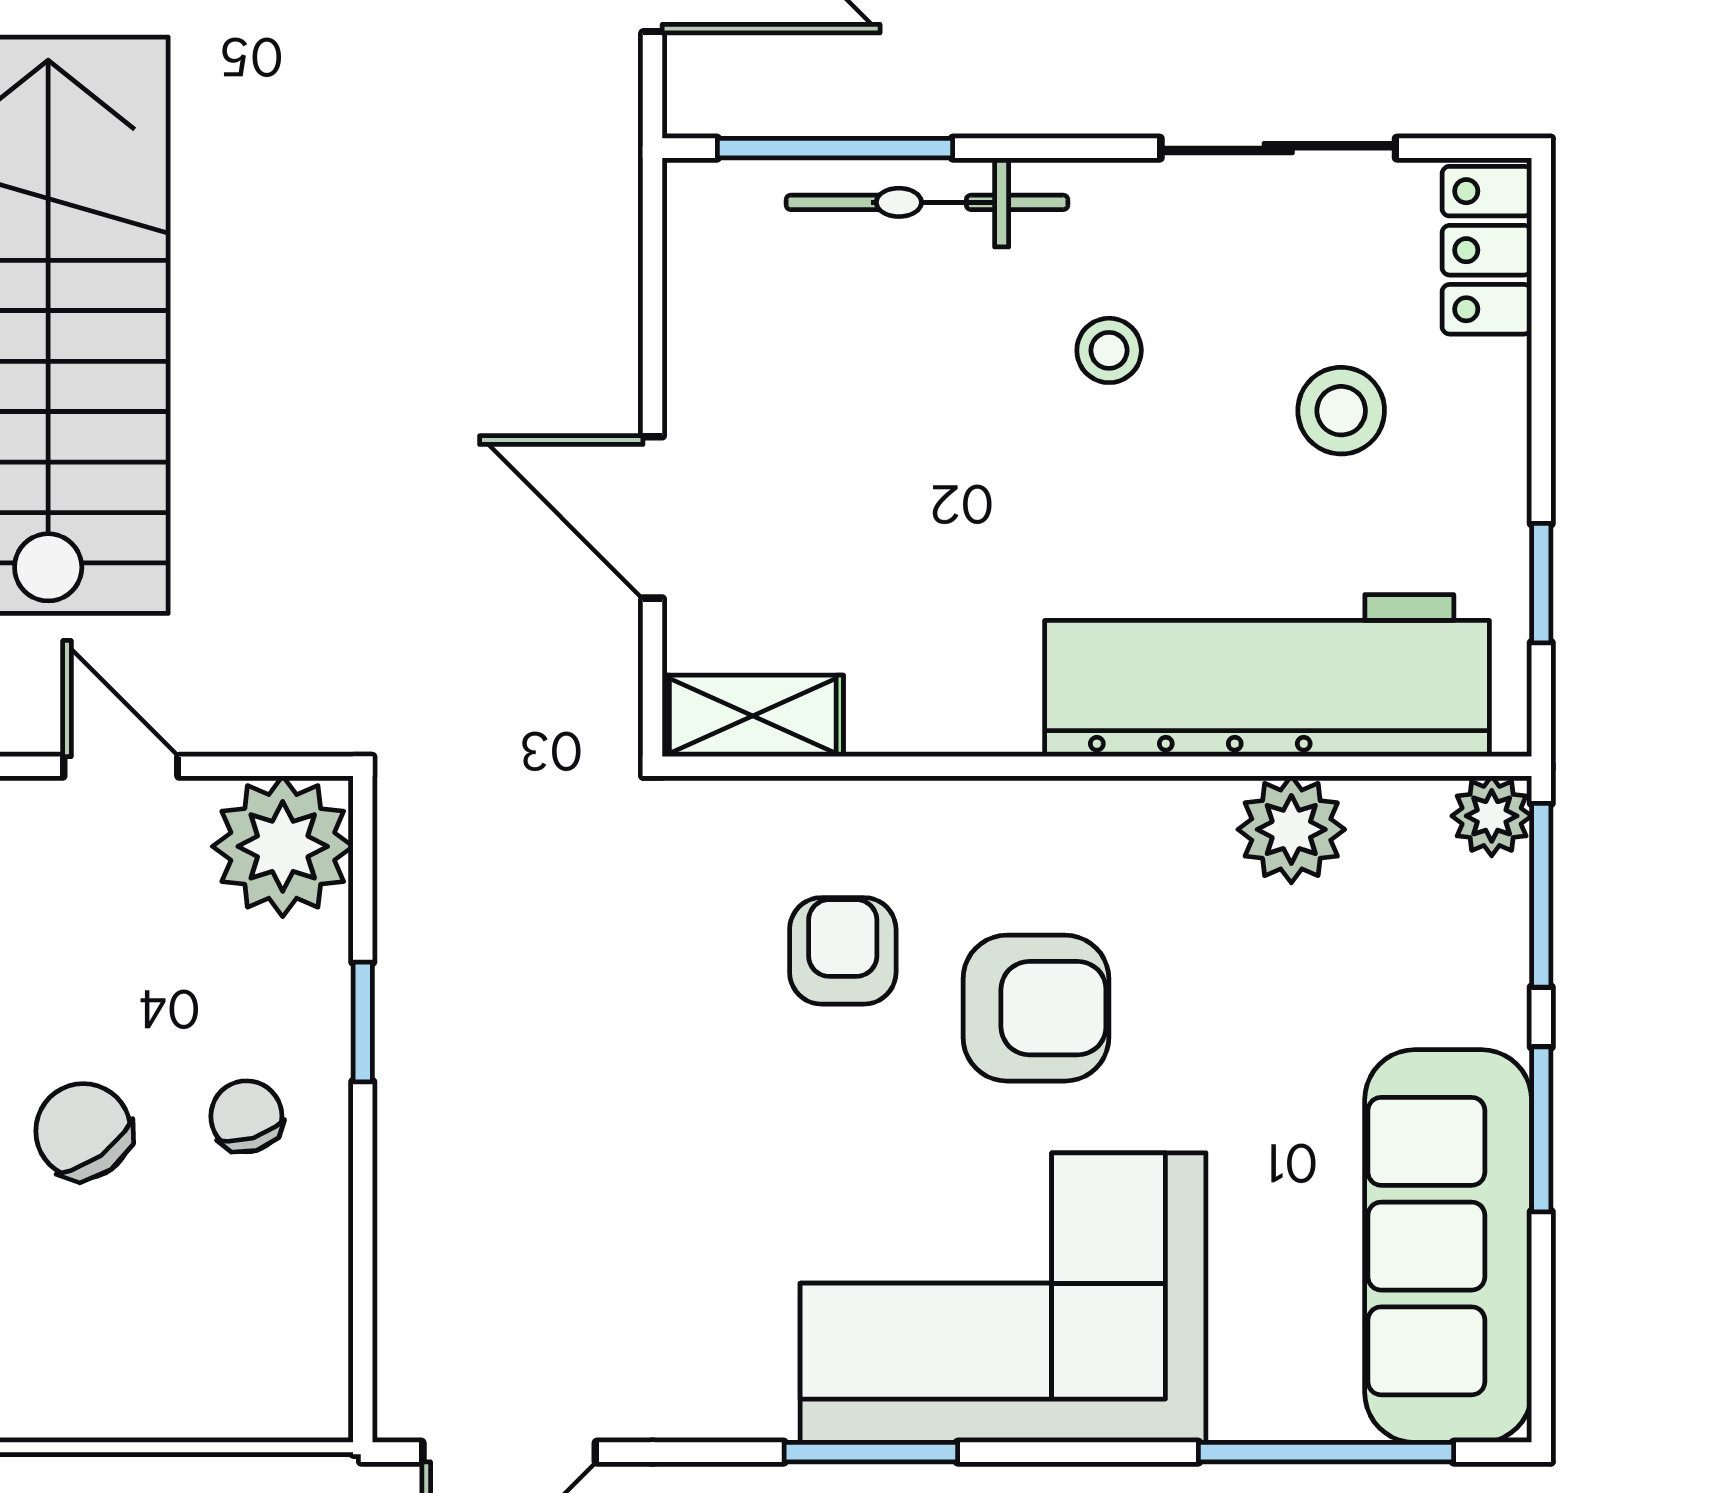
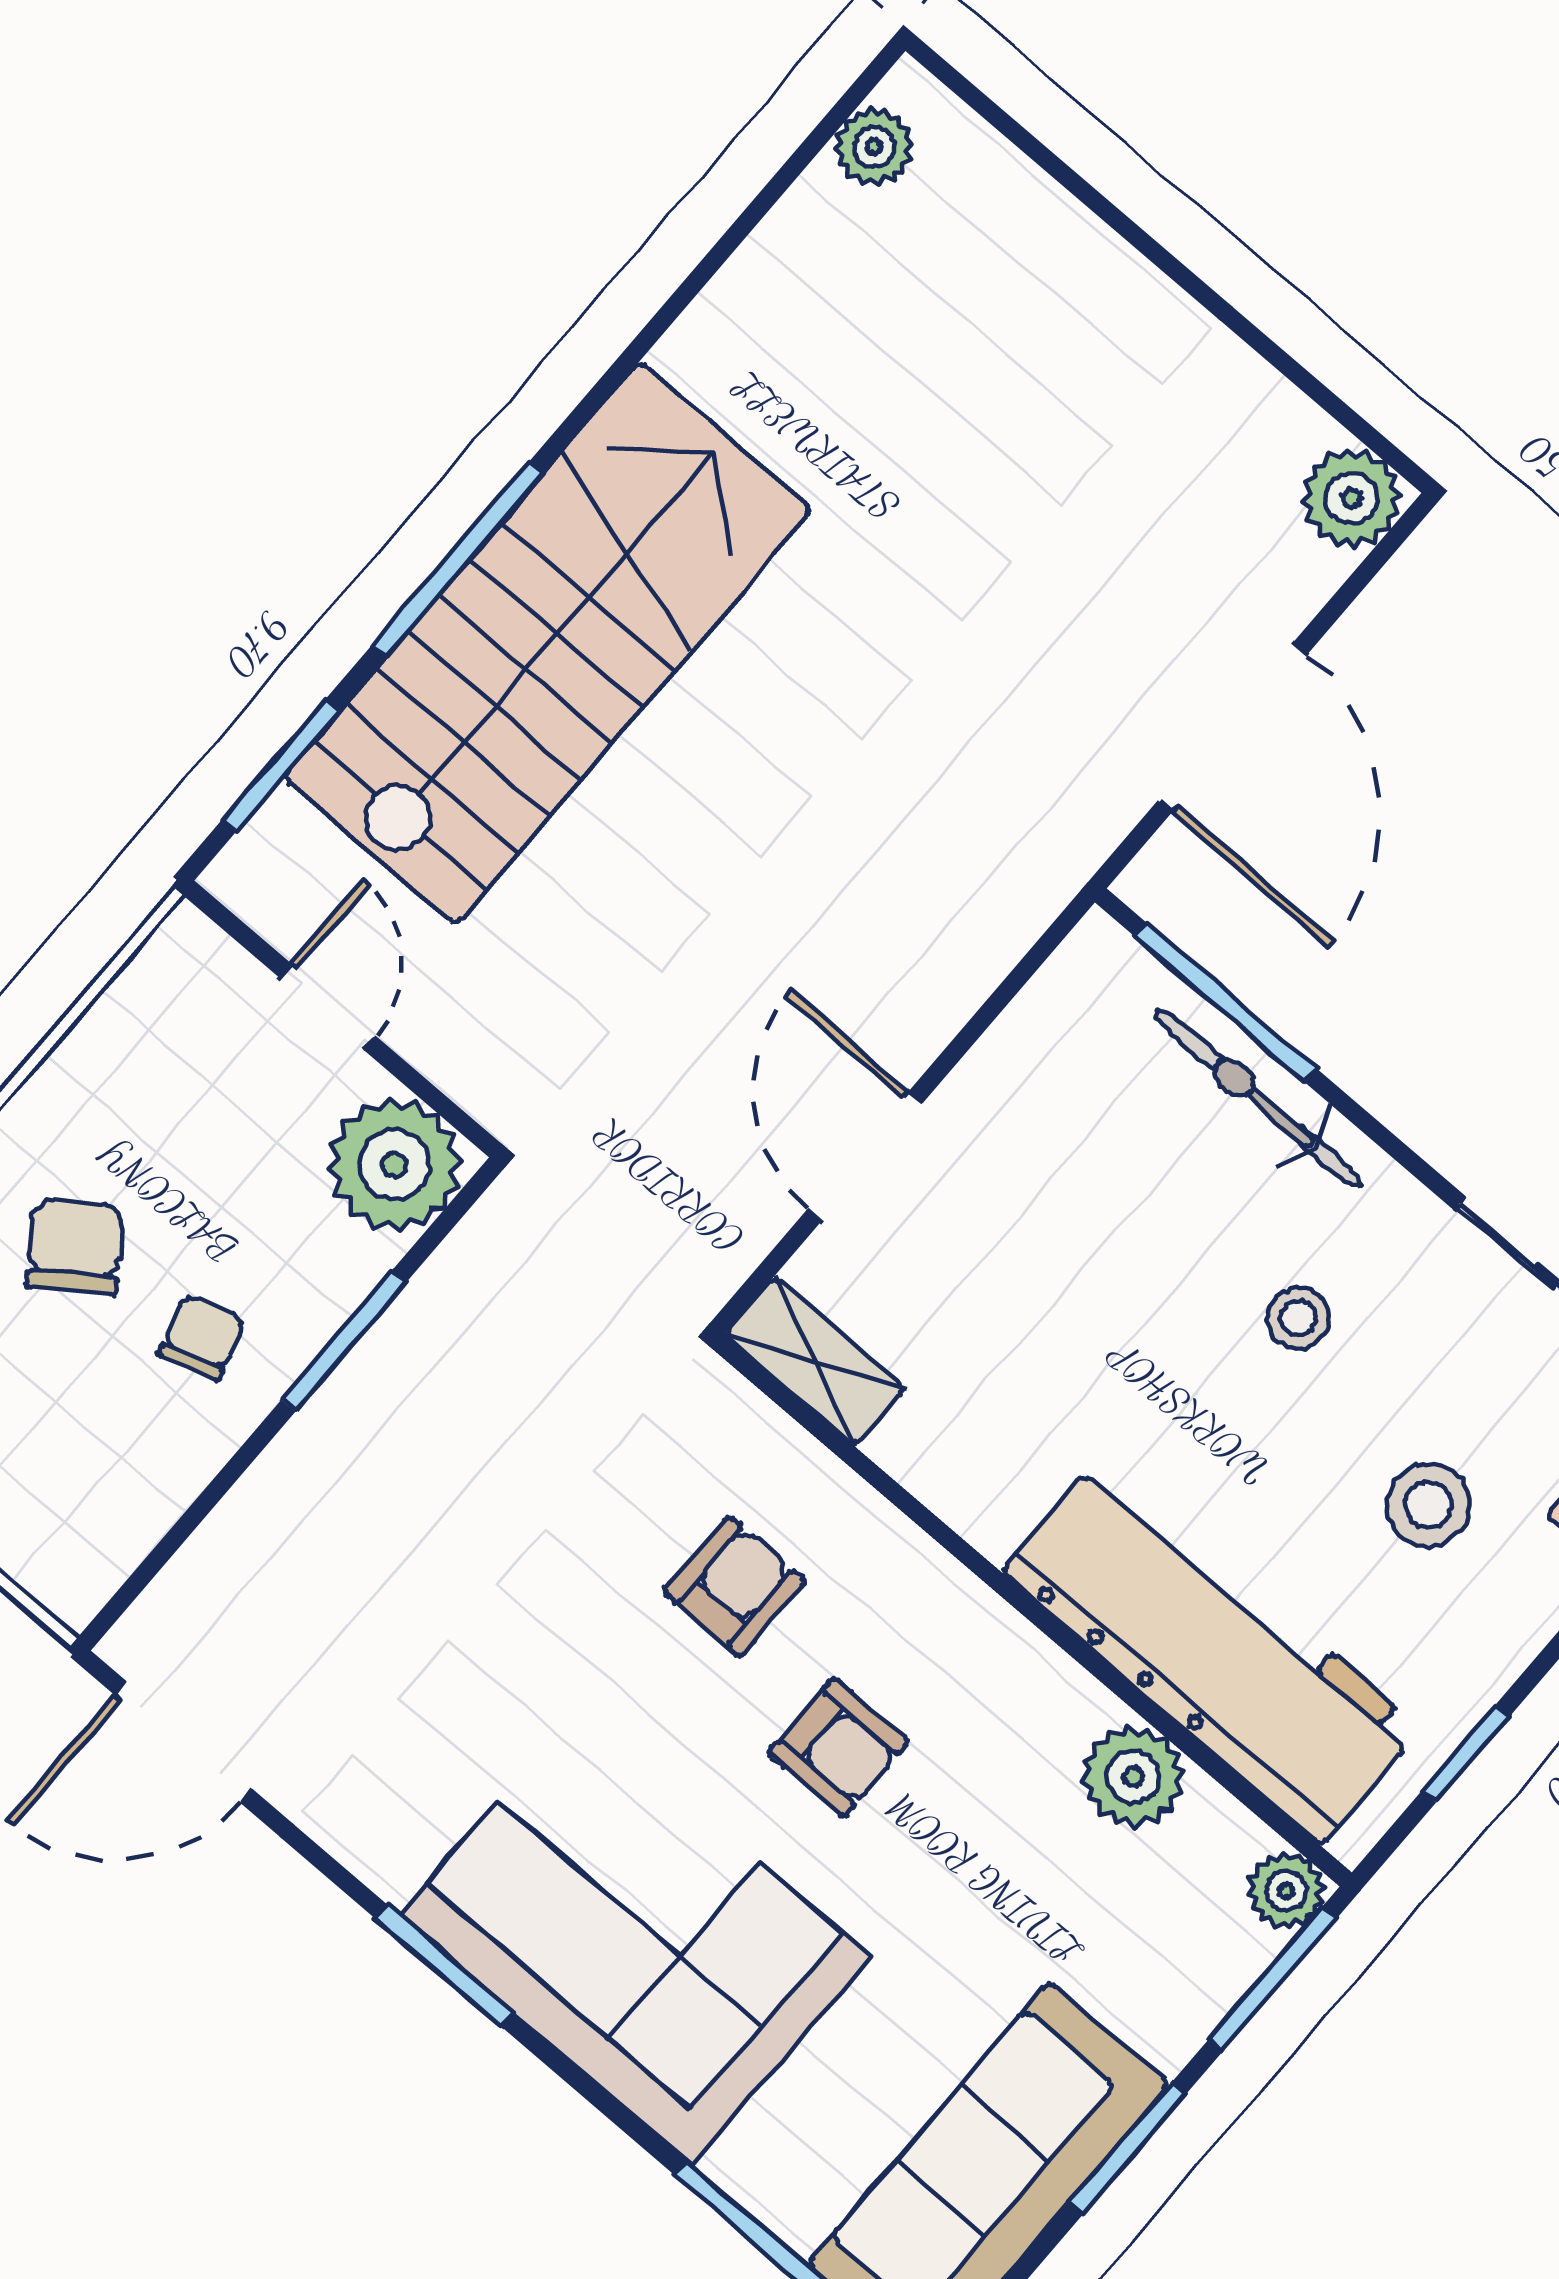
armchair: (1036, 1008) -> (838, 1747), width x0.72, depth x0.72
window: (363, 1022) -> (344, 1341), width x1.50

